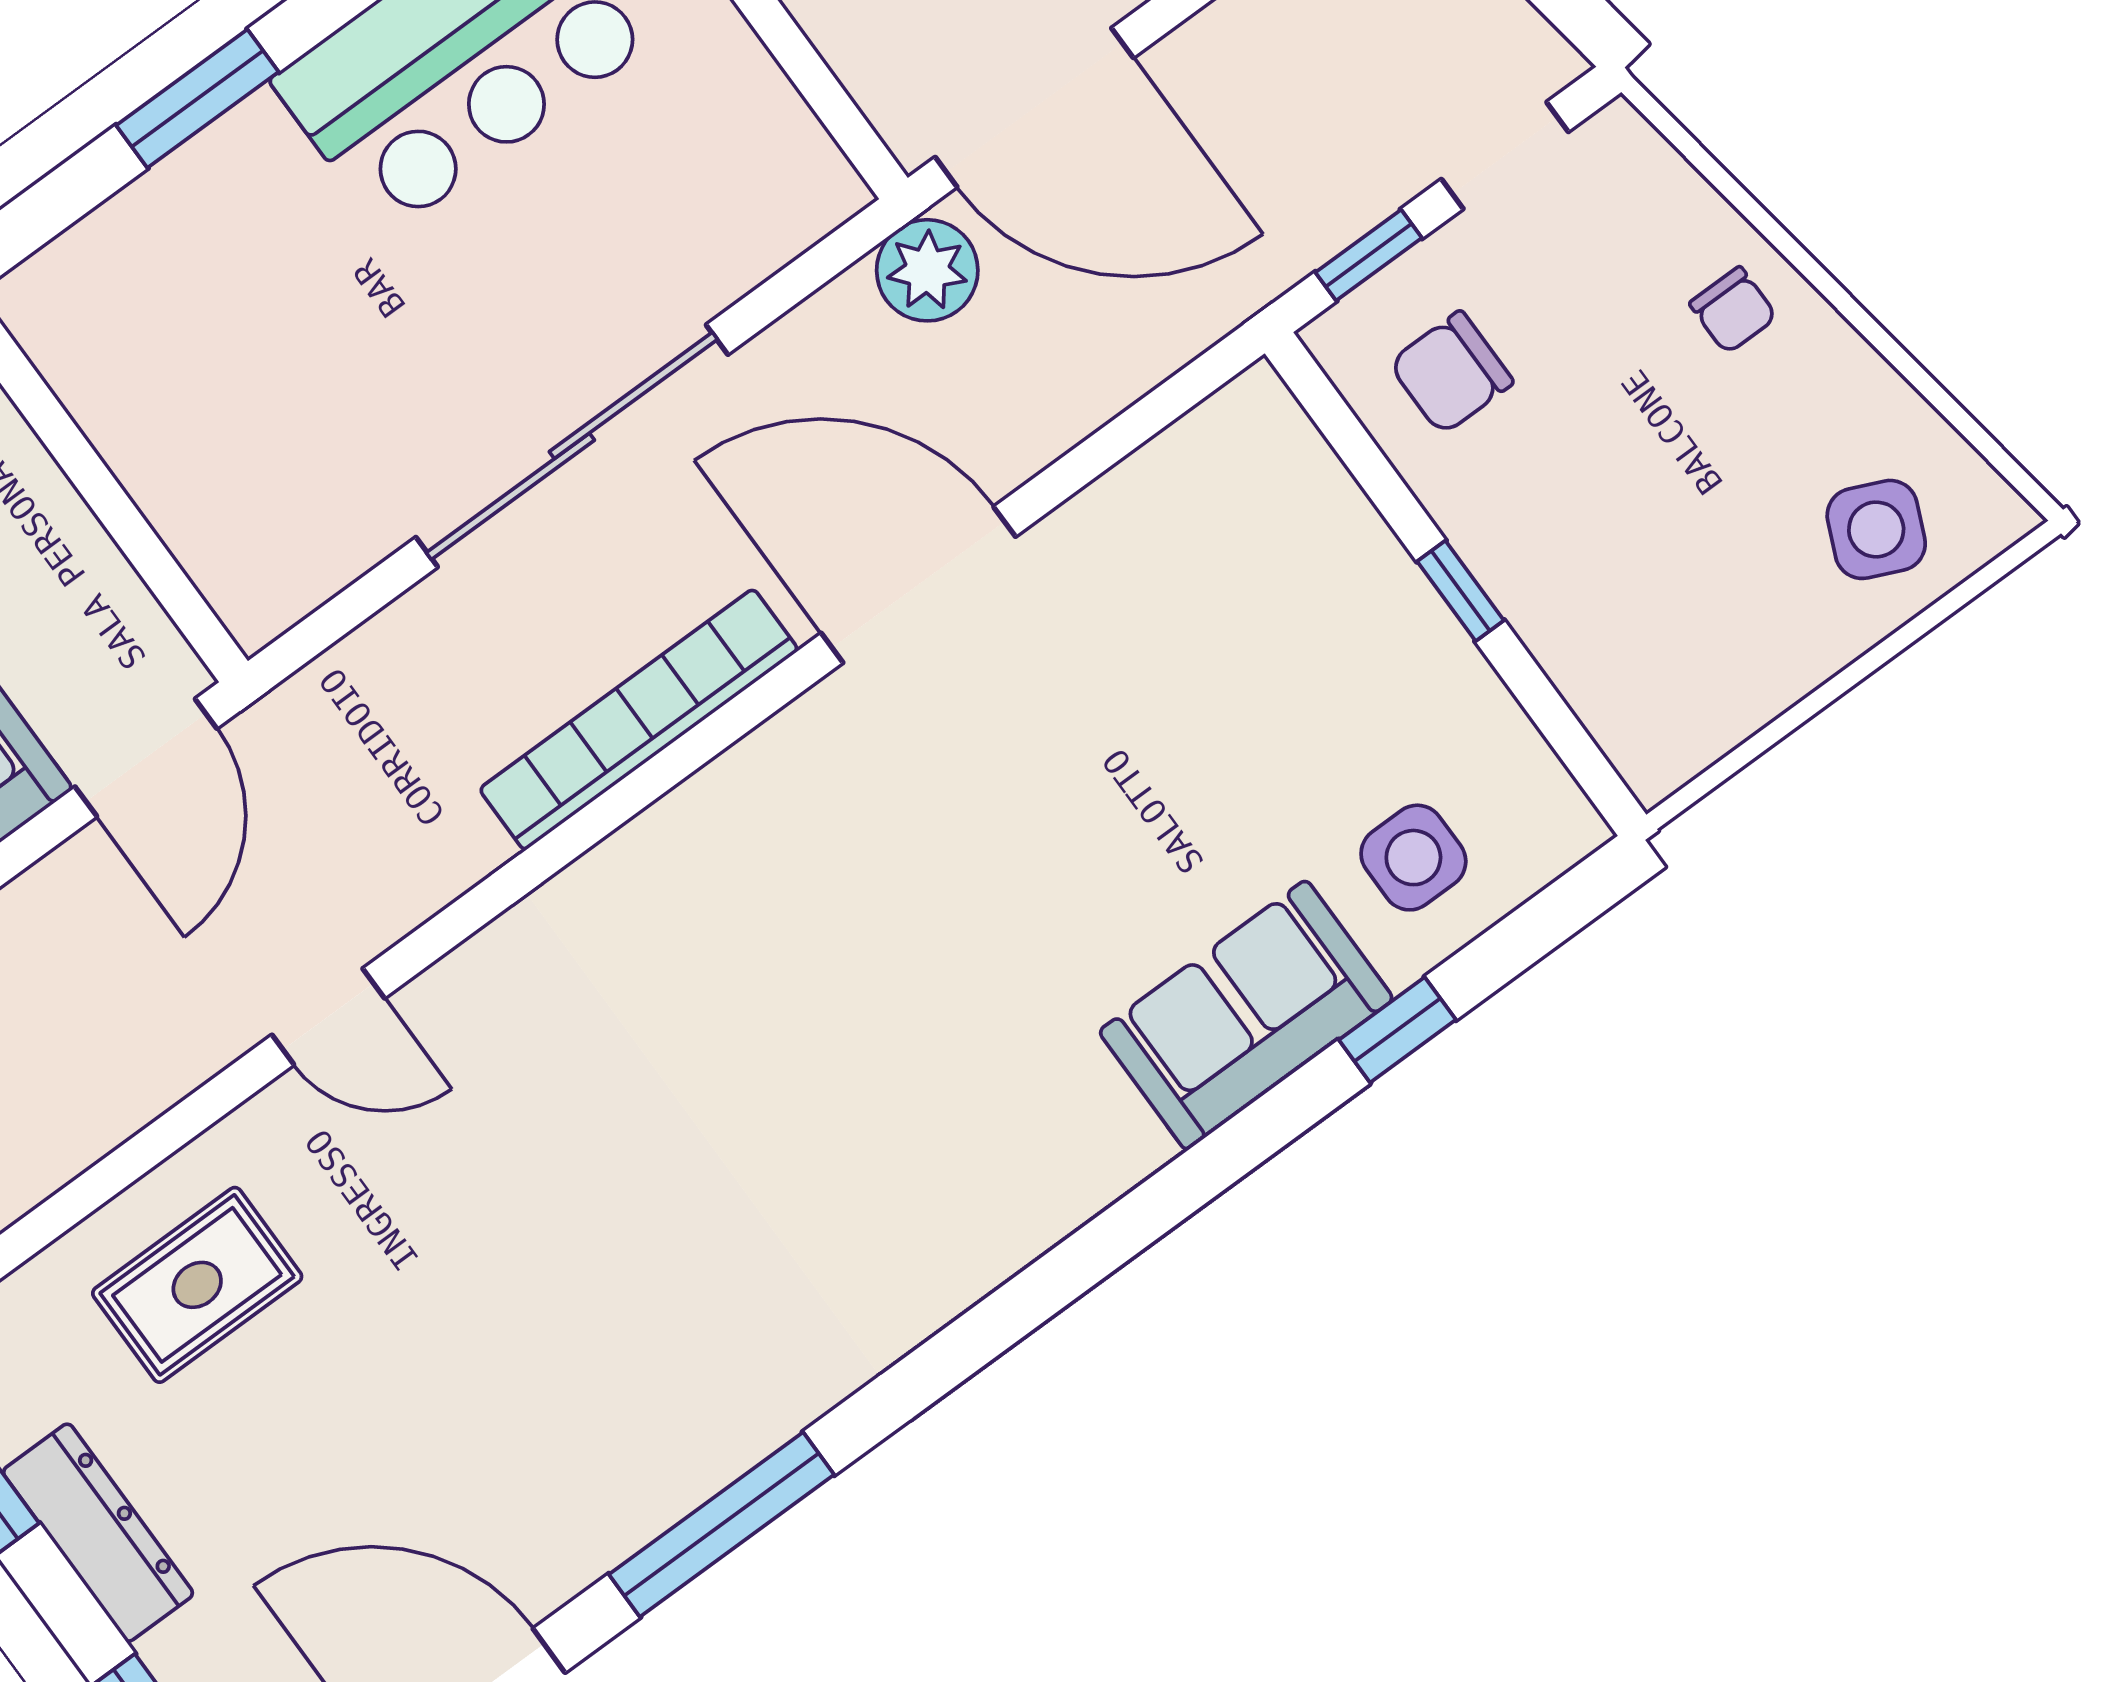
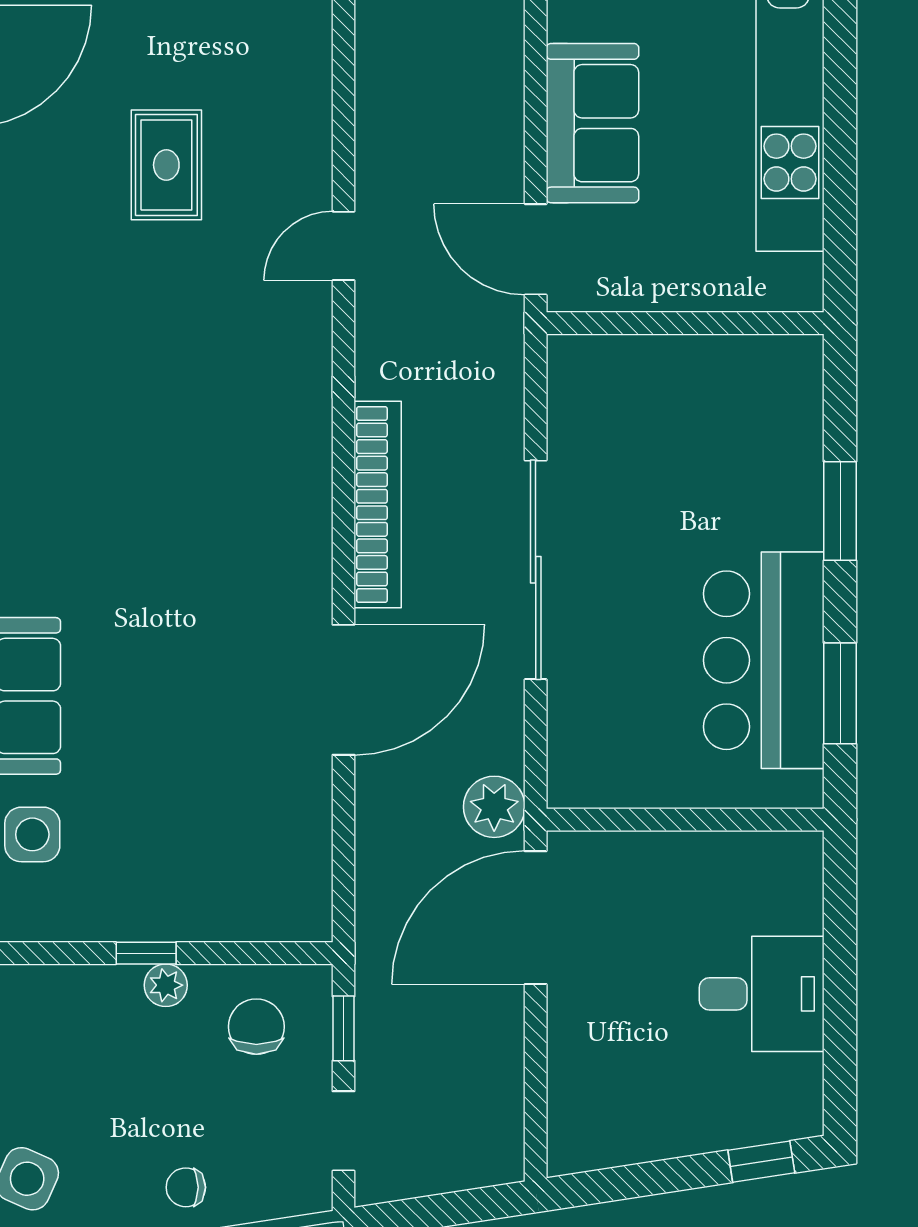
plant: (1484, 533) -> (166, 985), added
rug: (197, 1285) -> (166, 165), moved

